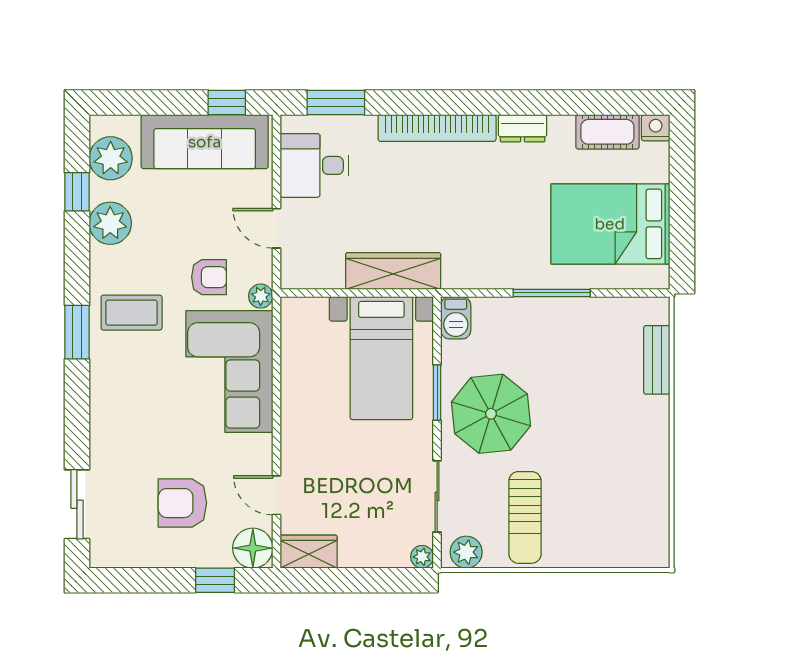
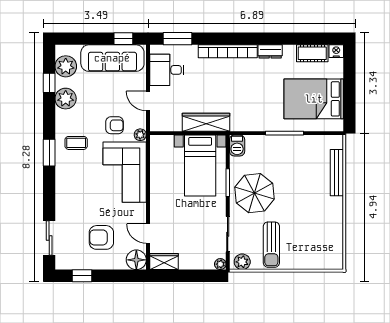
coffee table: (132, 313) -> (76, 143), width x0.73, depth x0.77
bench: (657, 360) -> (337, 173), width x1.36
window: (215, 580) -> (82, 276), moved

